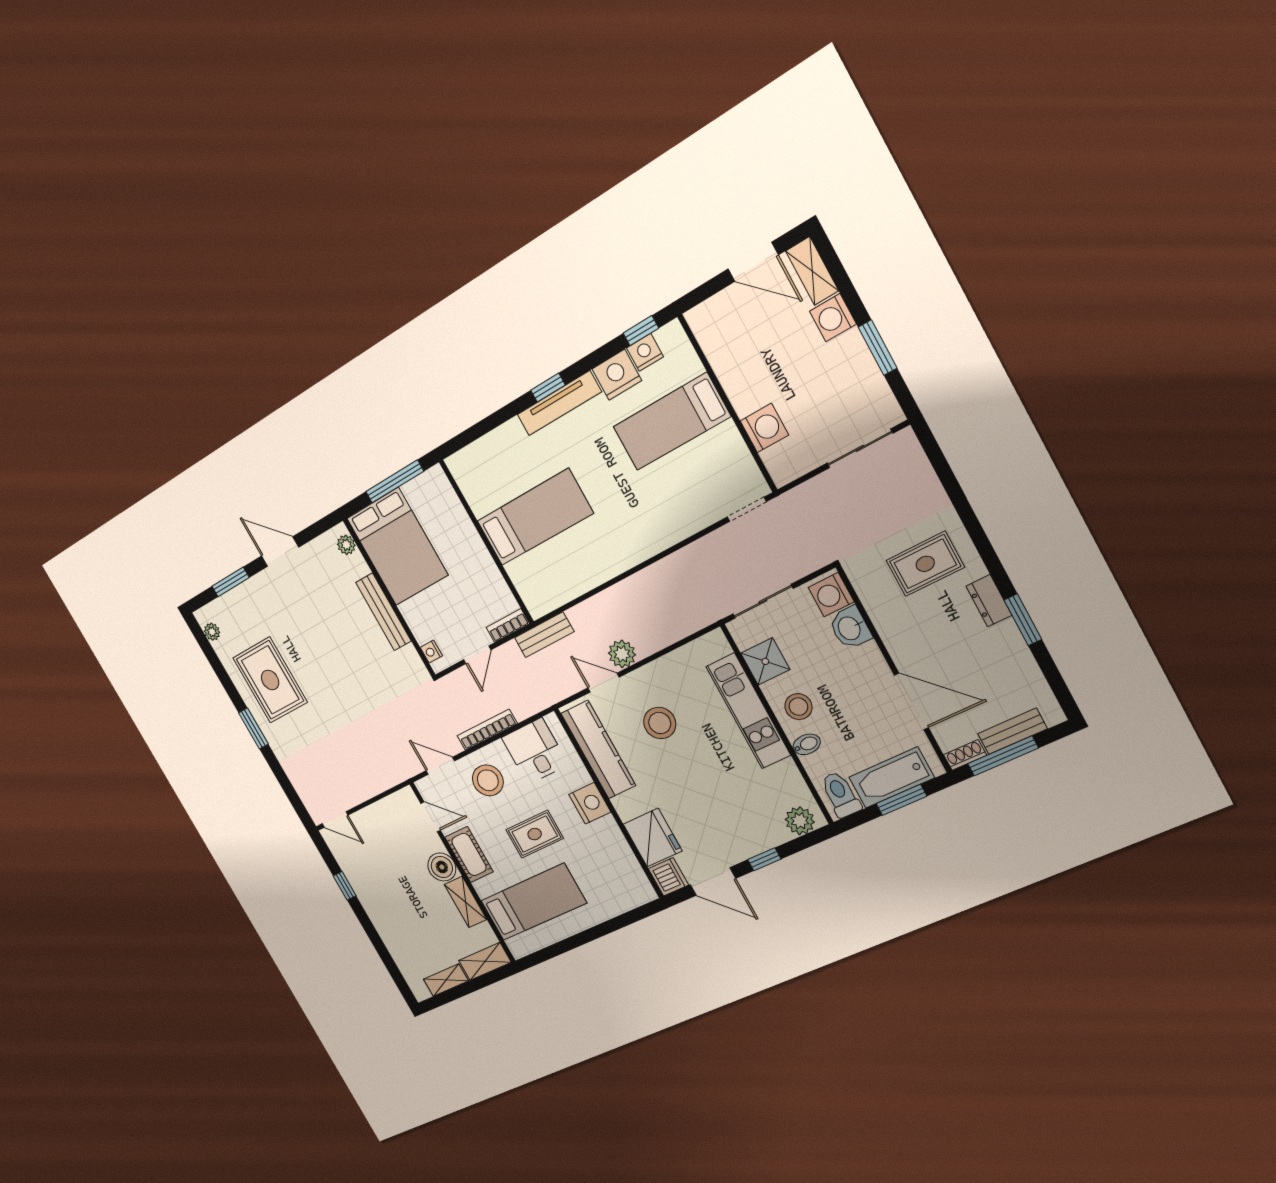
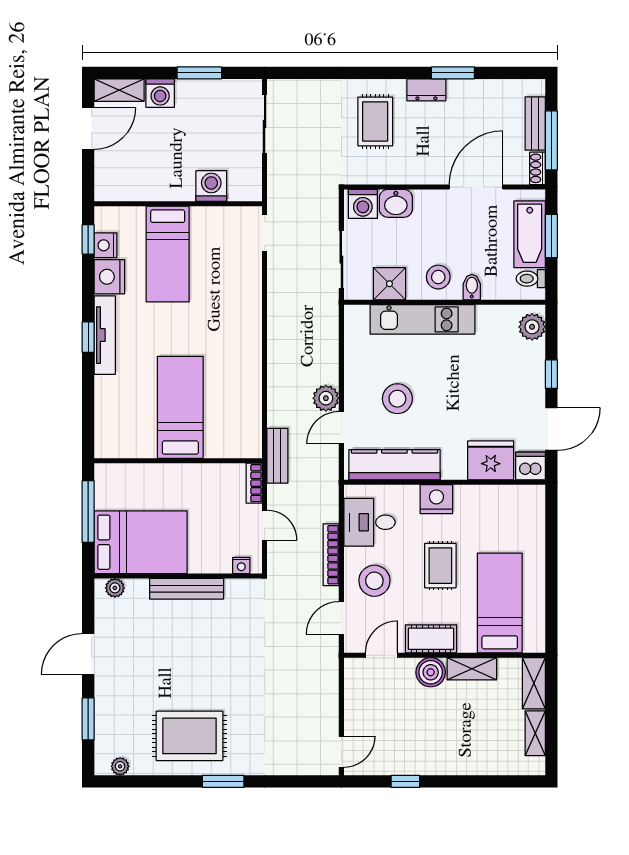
toilet: (841, 794) -> (531, 279), width x0.73, depth x0.72

